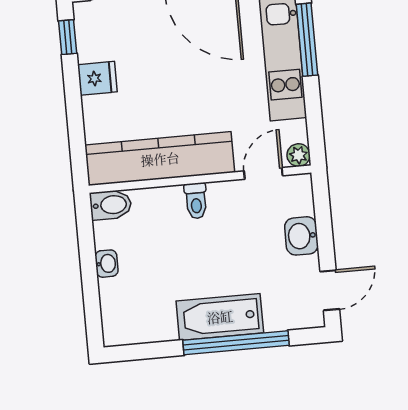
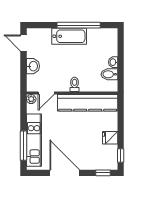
bidet: (111, 205) -> (109, 74), moved
door: (330, 290) -> (24, 43), hinge flipped
window: (236, 343) -> (79, 25), moved

